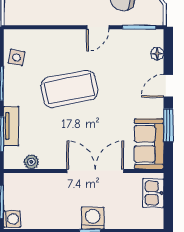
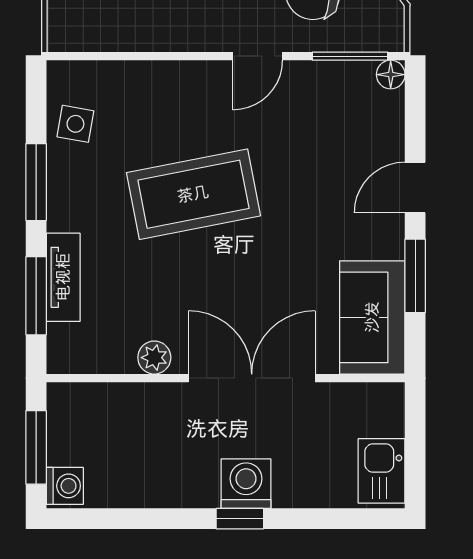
floor lamp: (157, 54) -> (391, 75), moved
plant: (31, 162) -> (154, 358), moved
kitchen sink: (153, 193) -> (382, 471), moved

